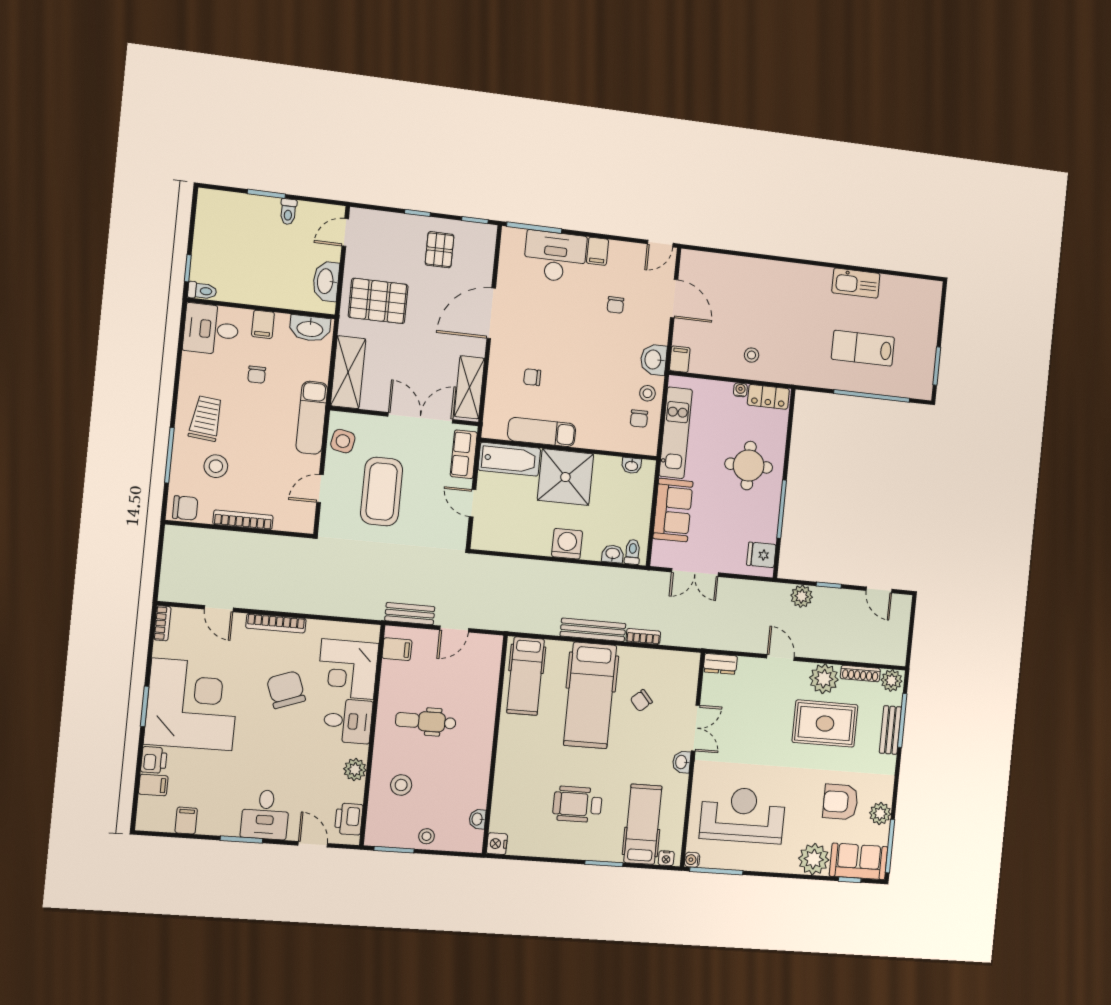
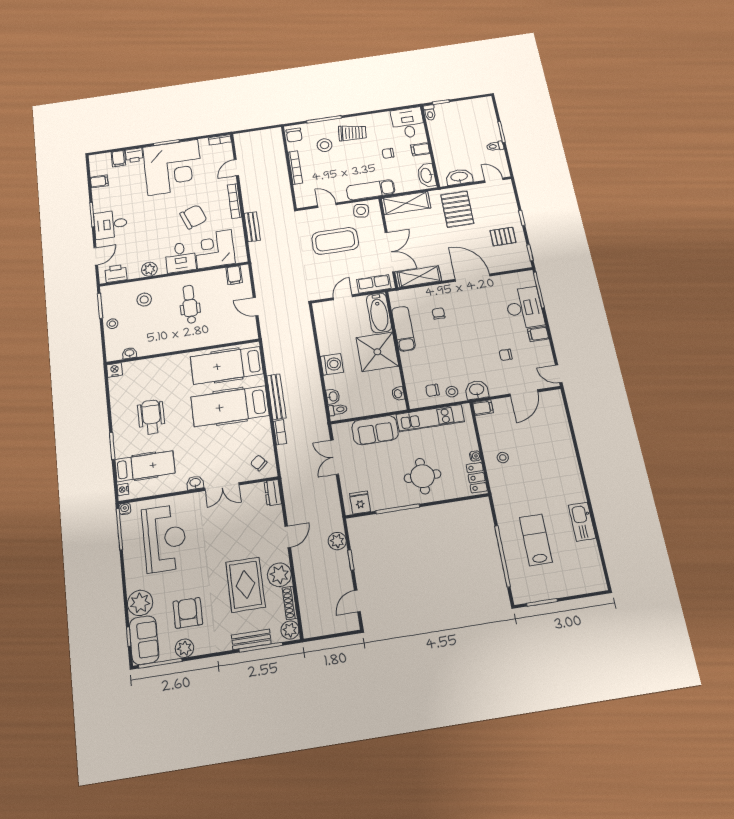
bench: (410, 614) -> (252, 227), moved
hospital bed: (526, 676) -> (227, 365), width x1.37, depth x1.29
chair: (641, 701) -> (259, 463), moved

